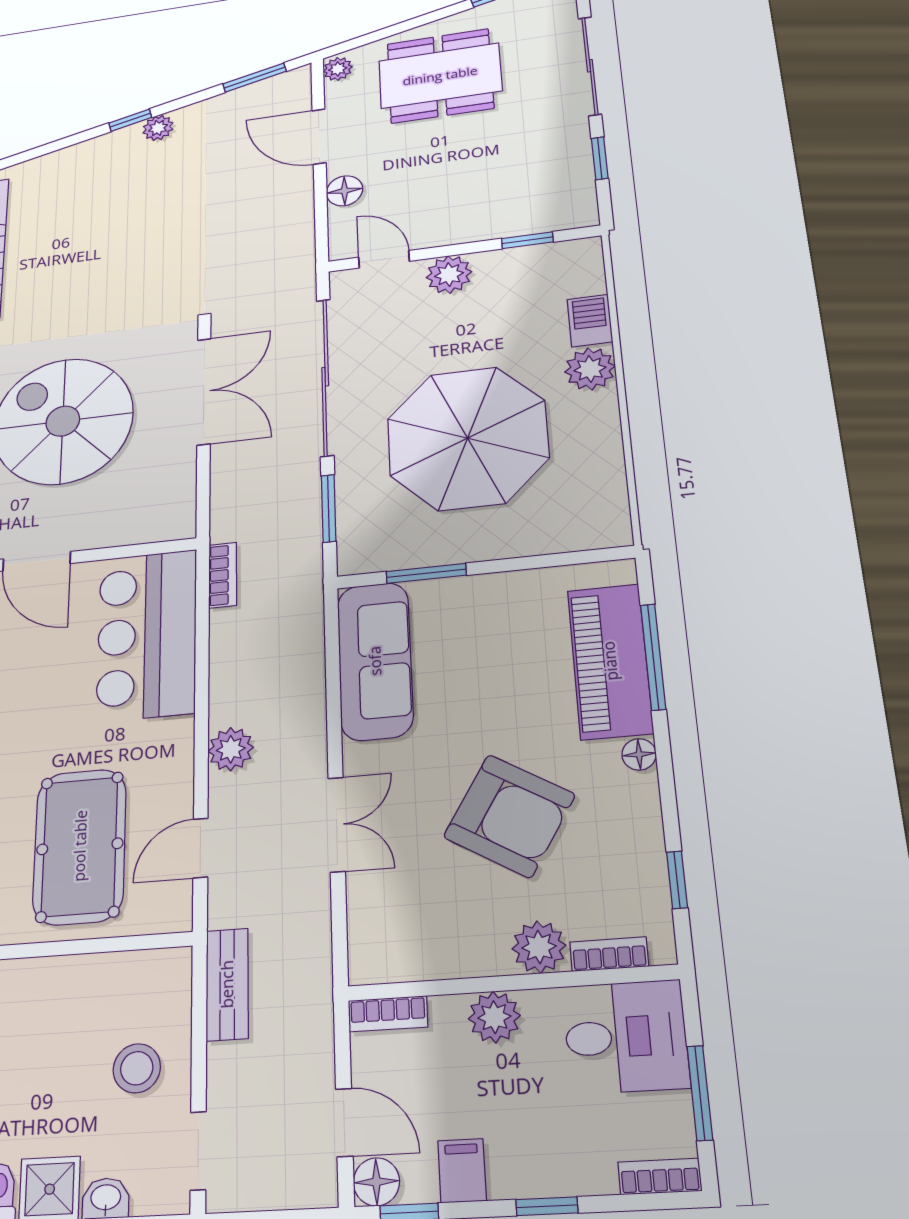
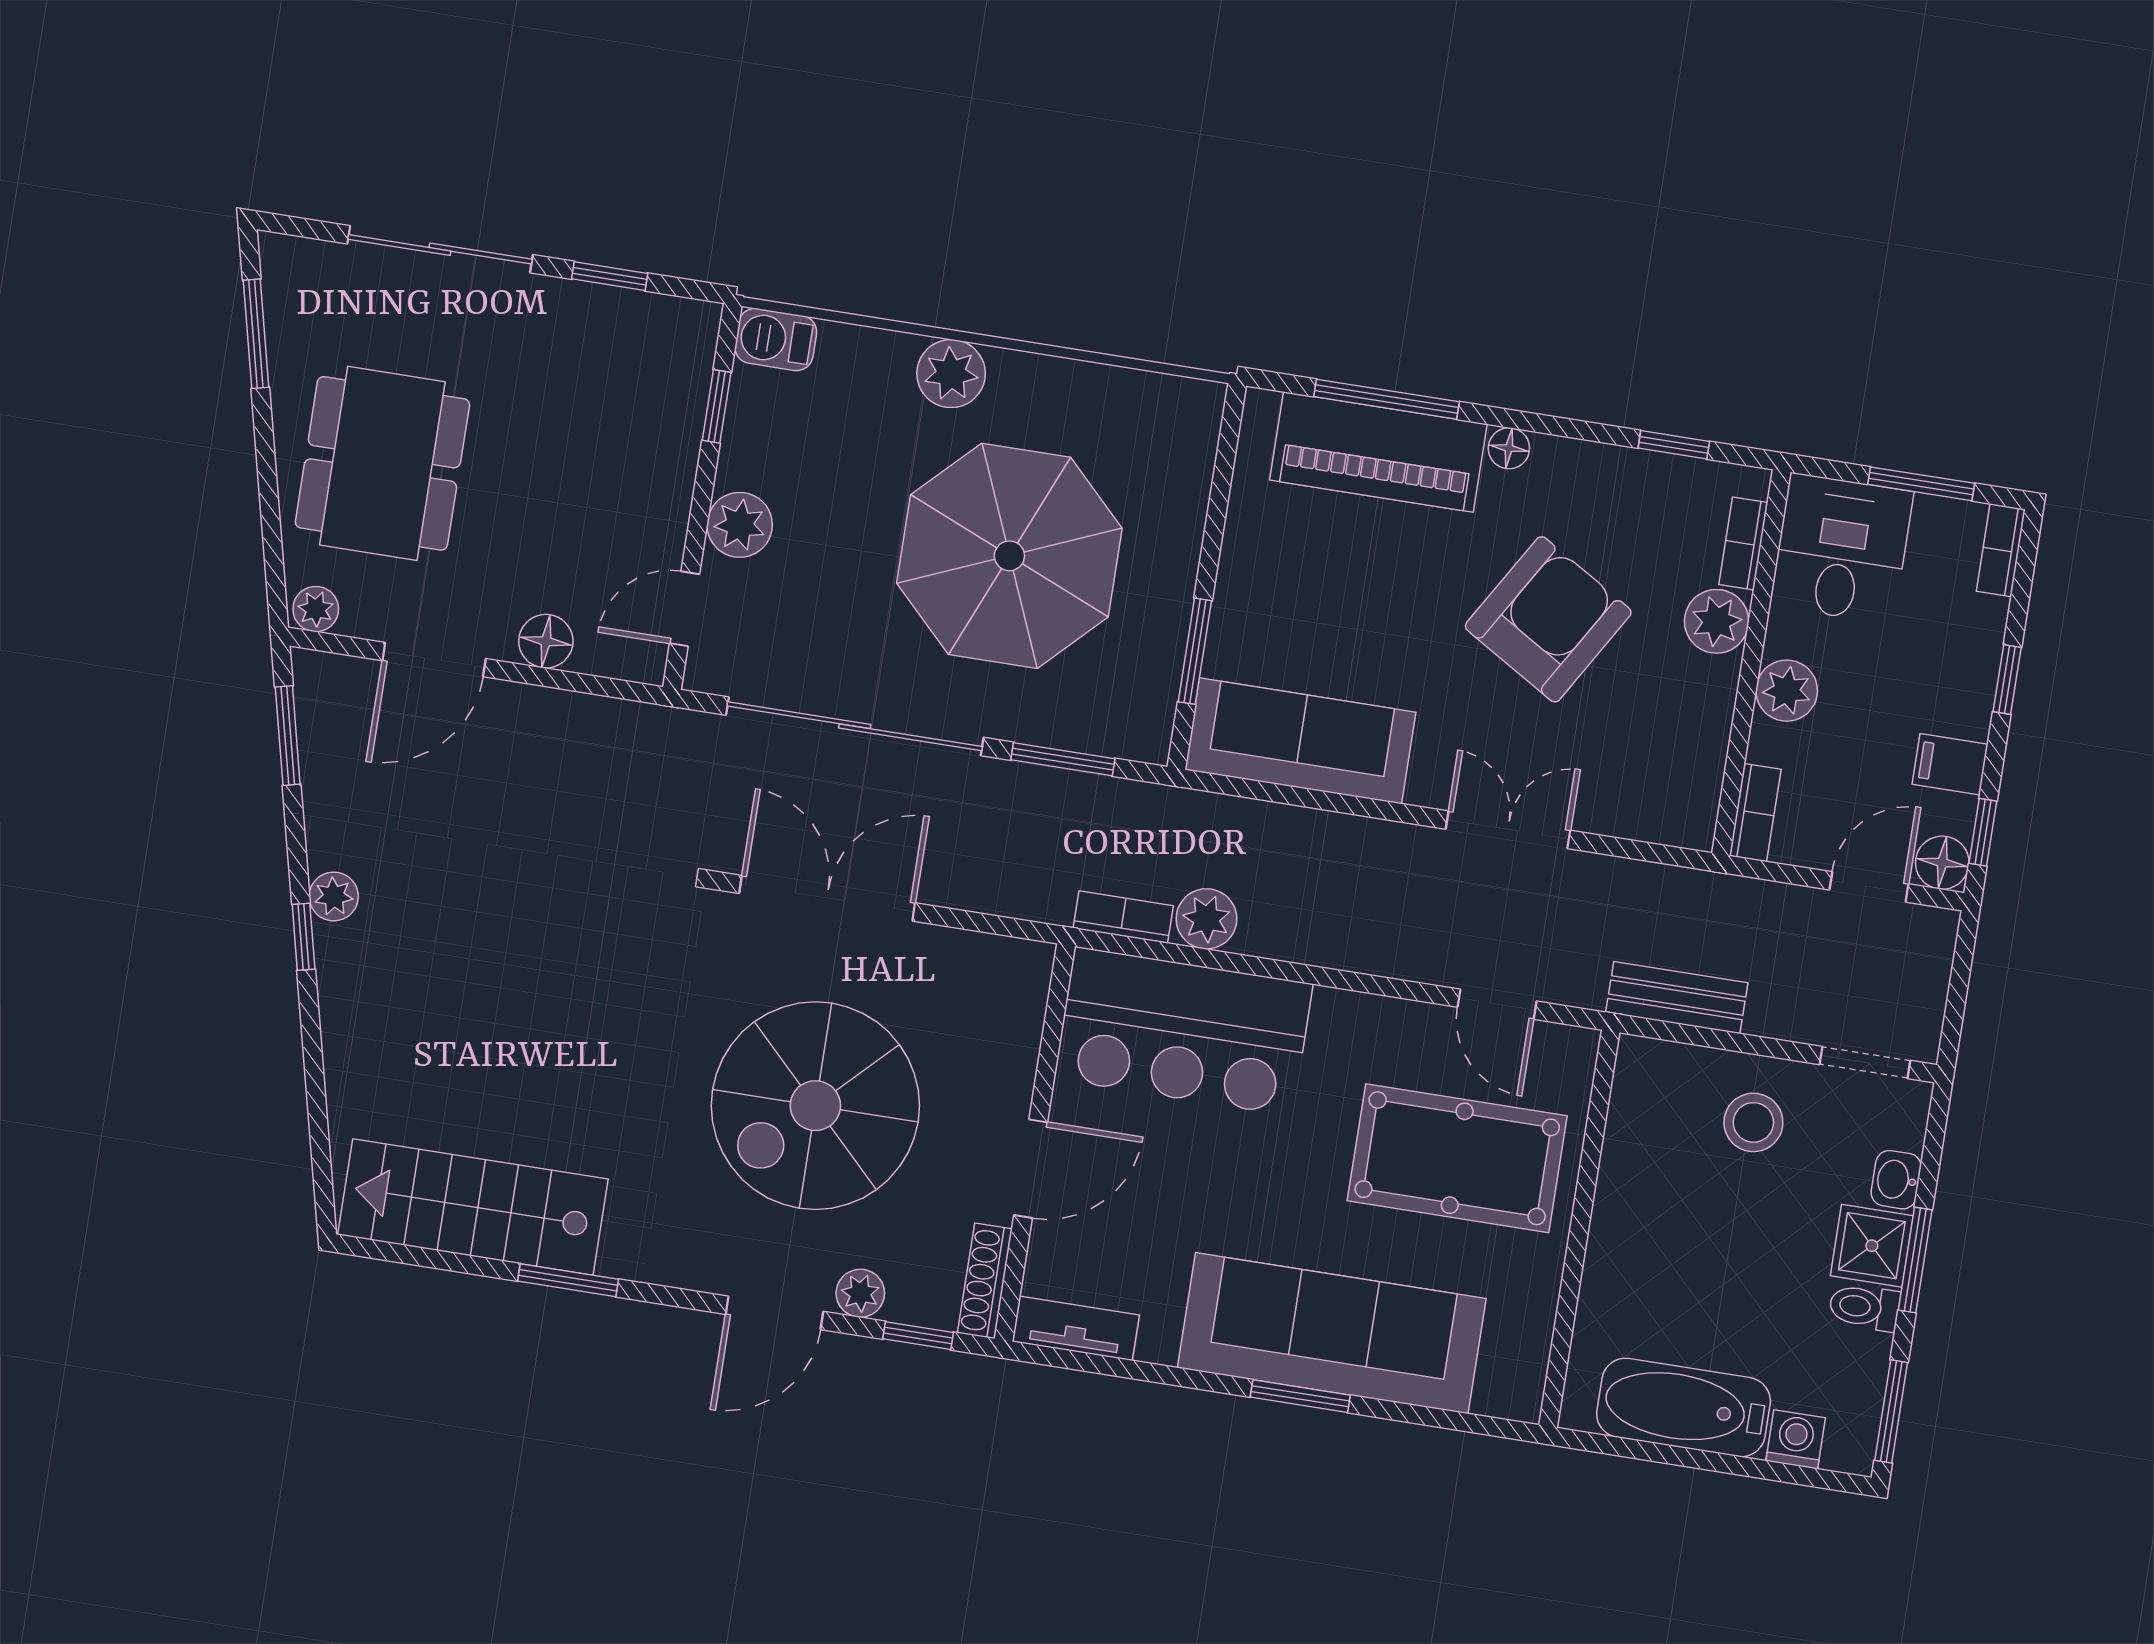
barbecue: (590, 321) -> (776, 339), moved
plant: (231, 749) -> (1206, 919), moved

